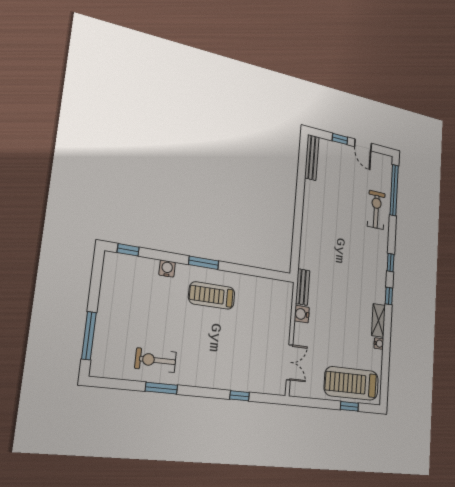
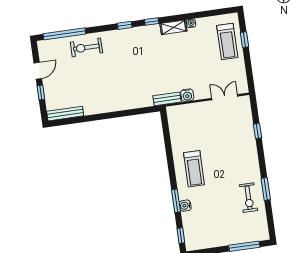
window: (204, 263) -> (176, 201), moved
treadmill: (351, 383) -> (227, 41), width x0.73, depth x0.73

